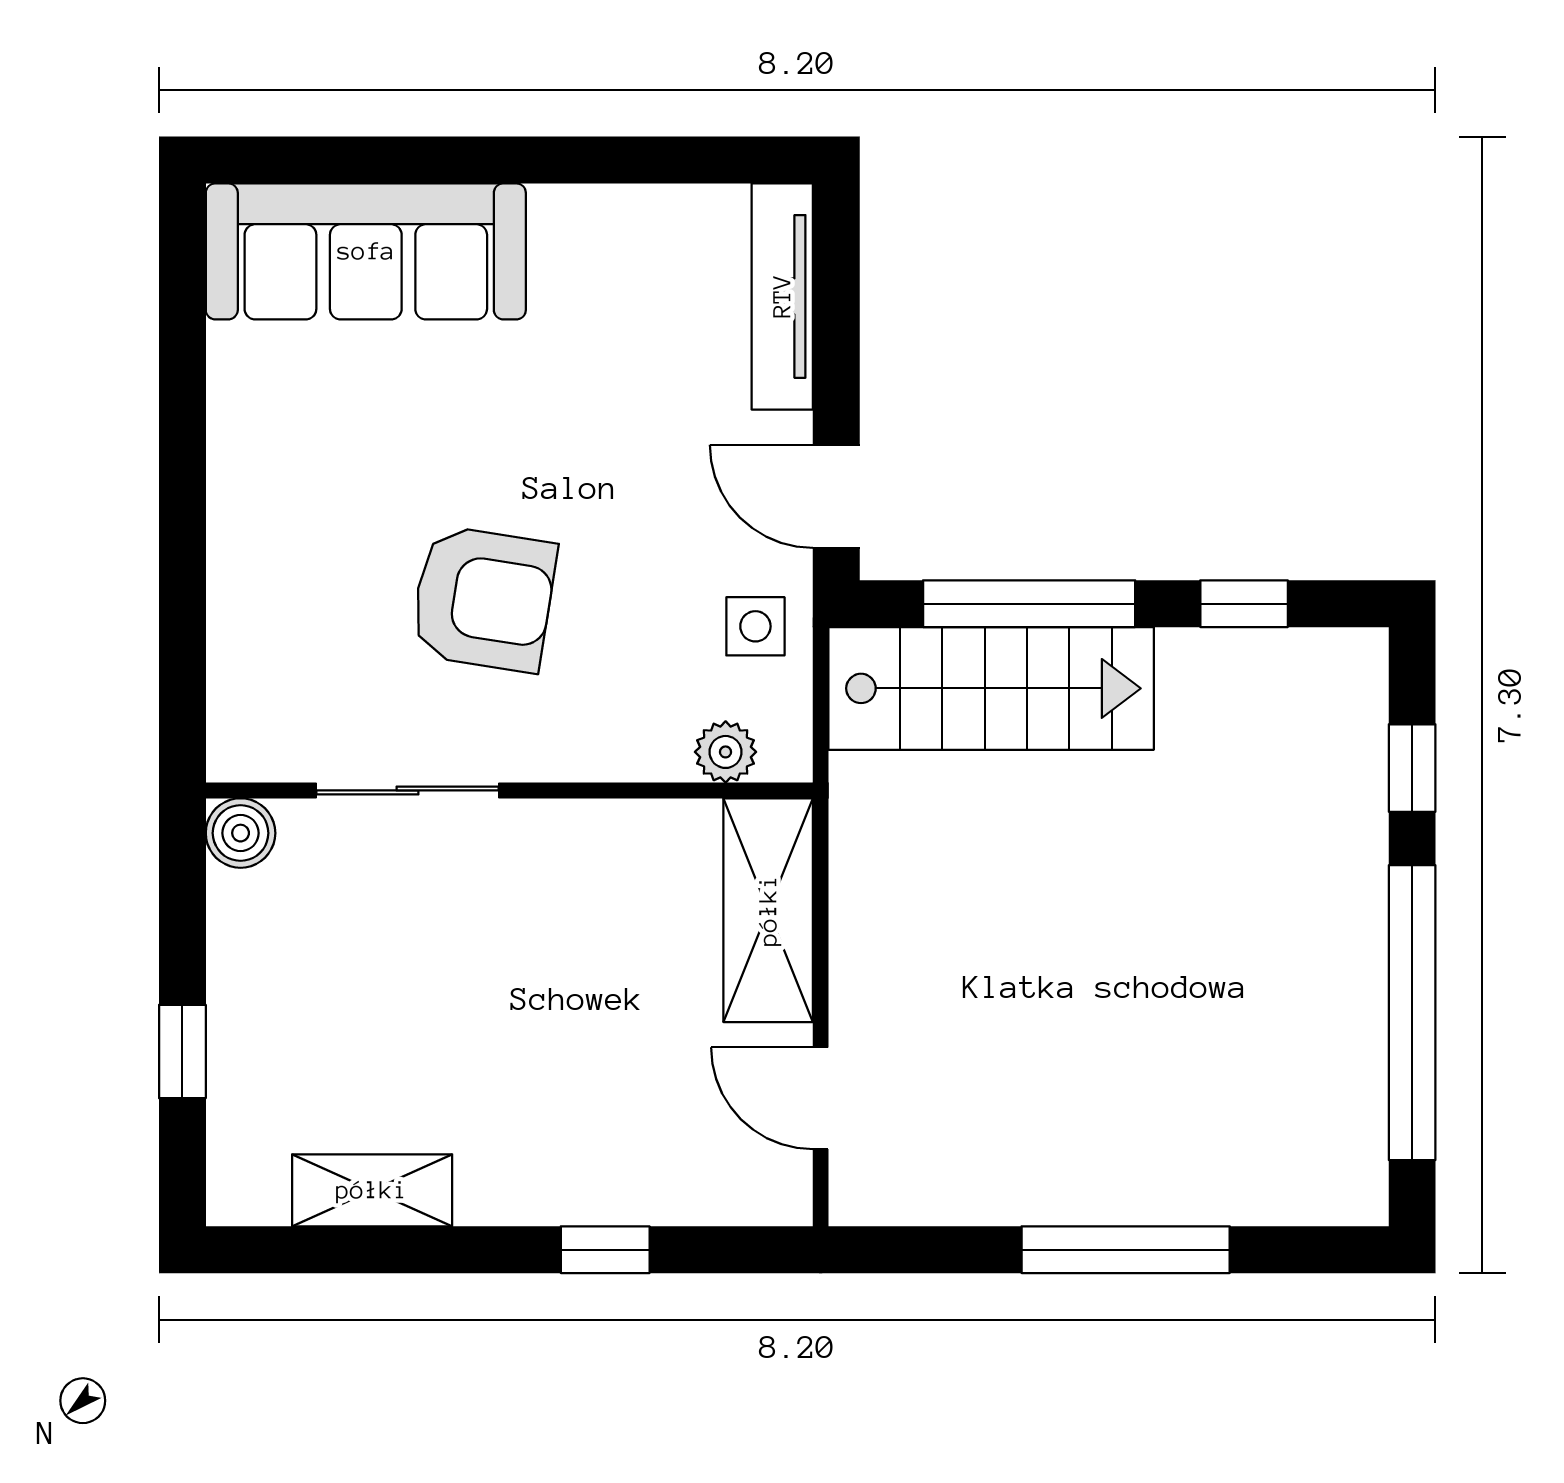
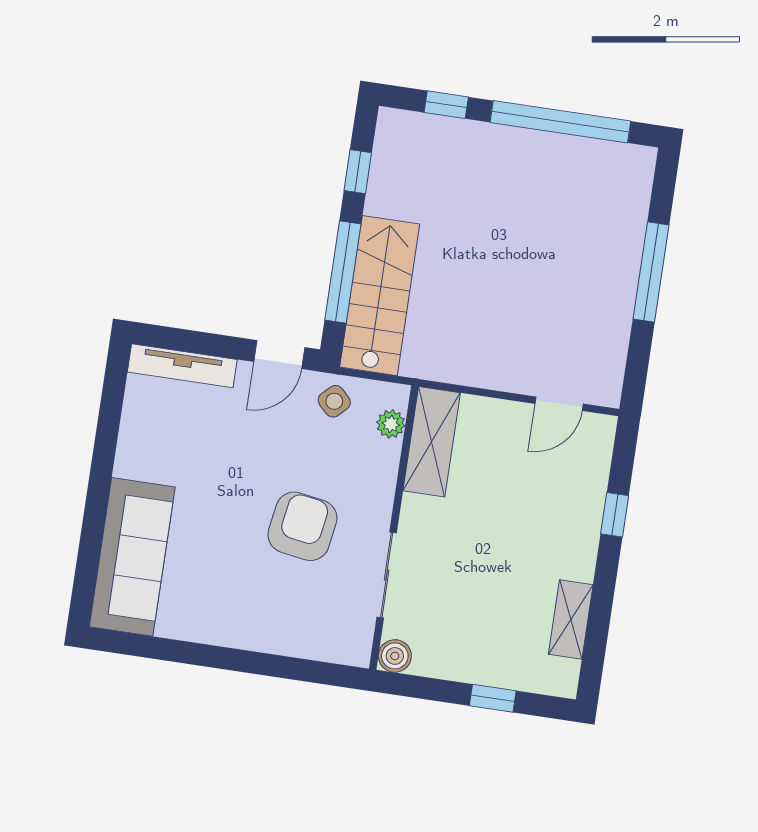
side table: (755, 626) -> (334, 401), turned 45
shelving: (768, 910) -> (432, 442), moved, turned 90

